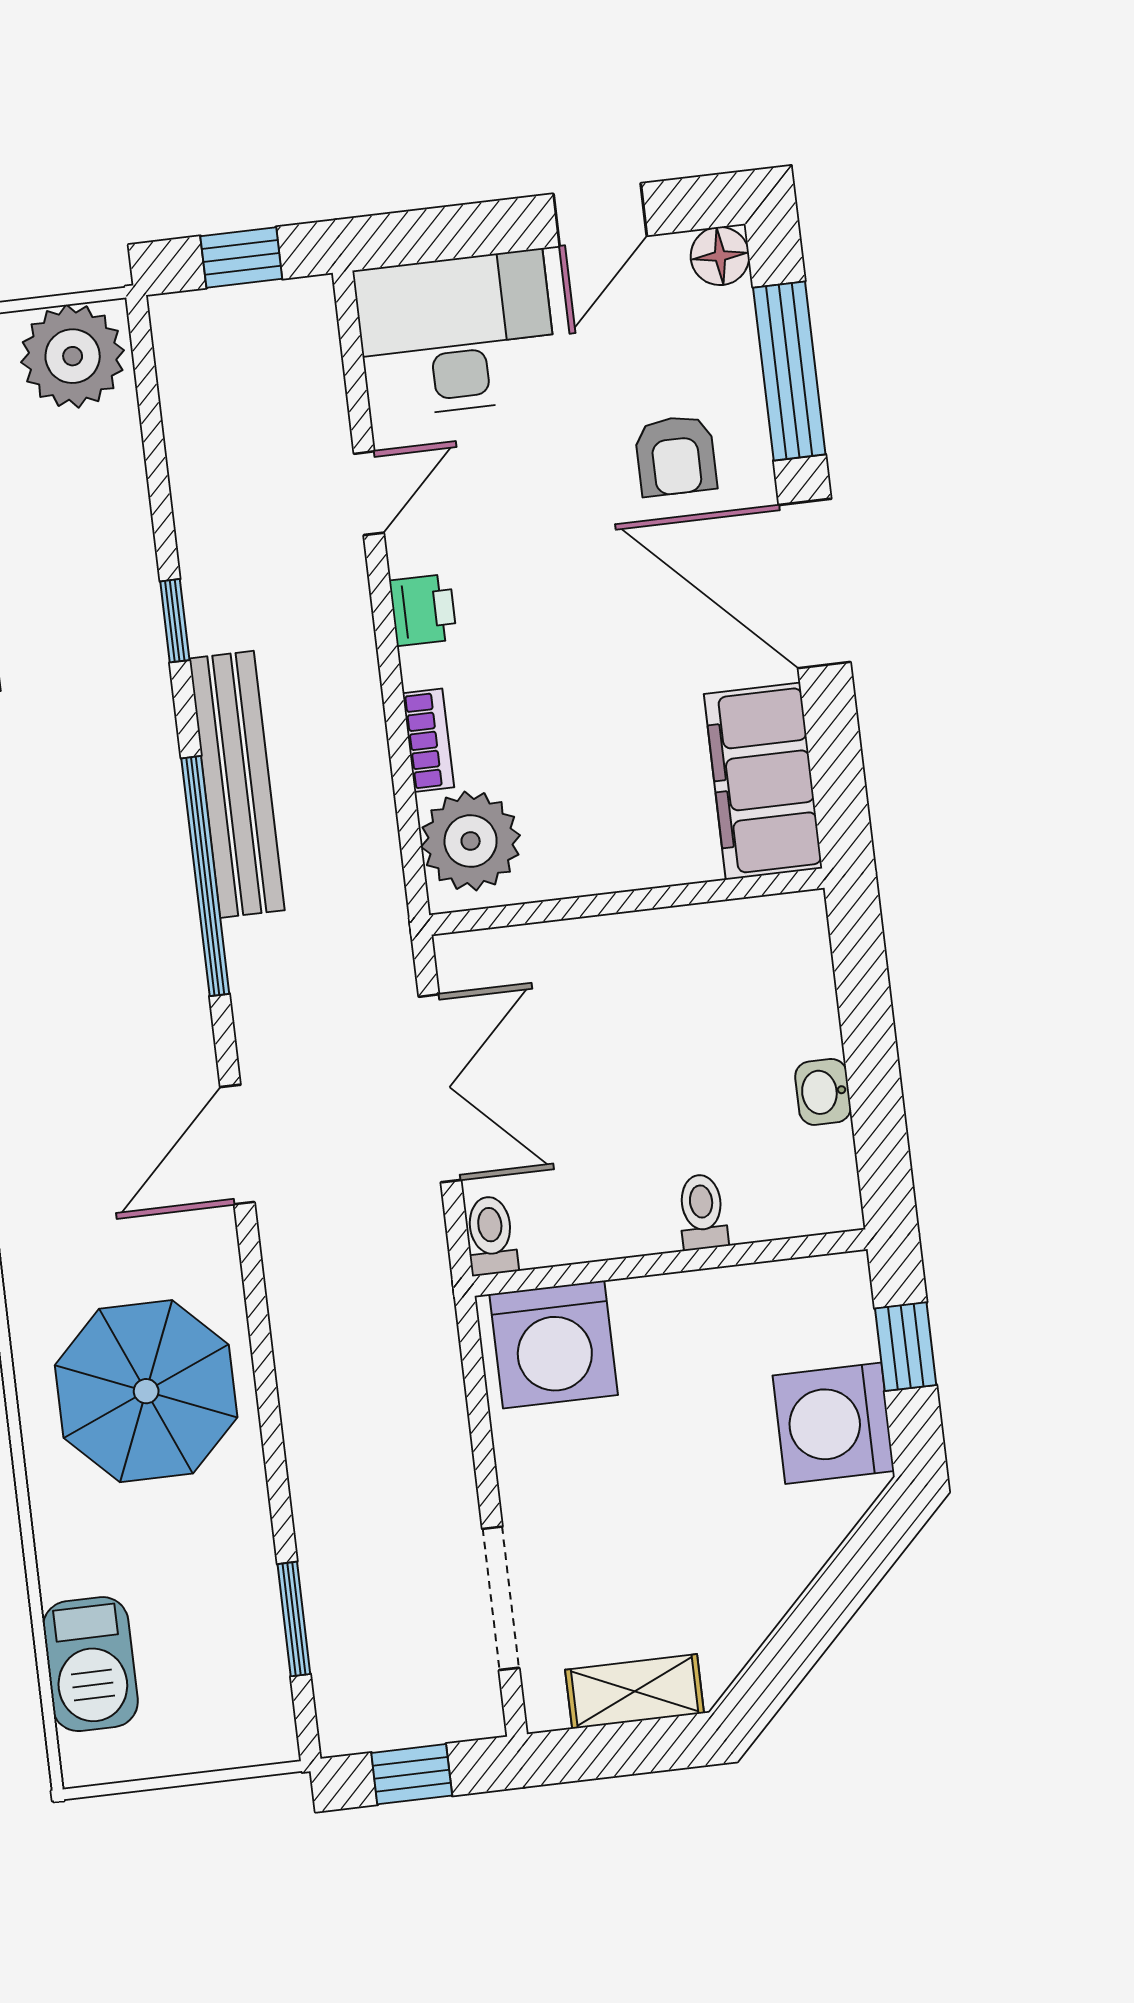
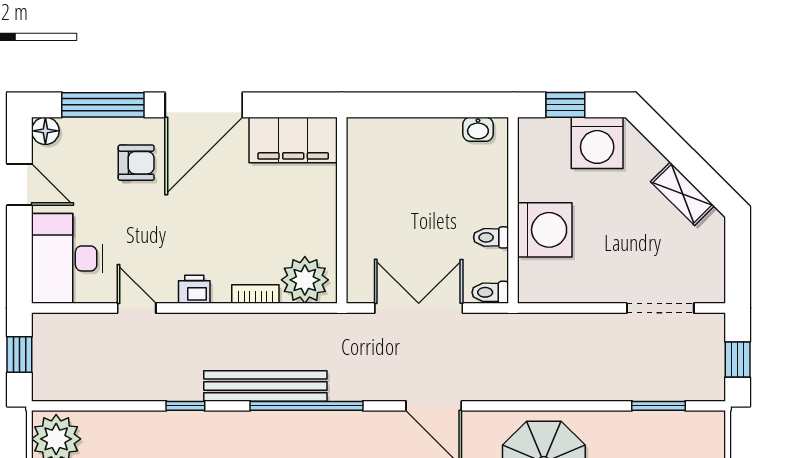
washbasin: (823, 1092) -> (478, 129), moved
toilet: (702, 1212) -> (491, 237), moved
washing machine: (554, 1345) -> (545, 230), moved
shelving: (635, 1691) -> (682, 194), moved, turned -45

